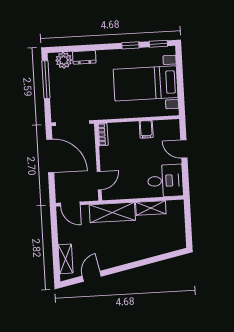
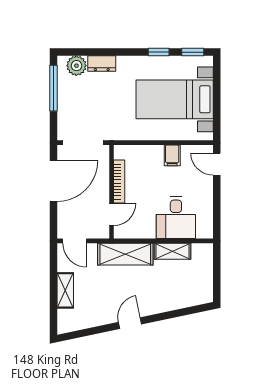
bookcase: (103, 134) -> (119, 182), moved, width x1.56
door: (184, 149) -> (217, 164), moved
door: (50, 156) -> (54, 181), hinge flipped
desk: (165, 181) -> (176, 218), moved, turned 90
shelving: (66, 259) -> (65, 290), moved
door: (92, 276) -> (130, 323), moved

